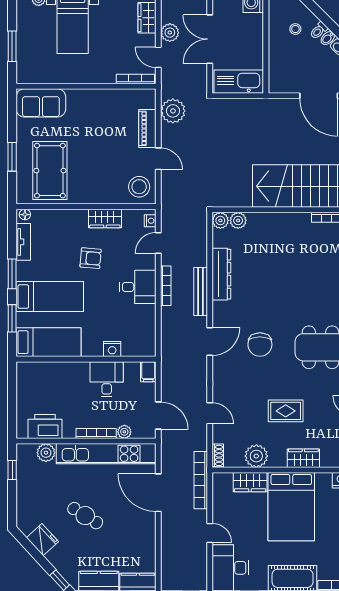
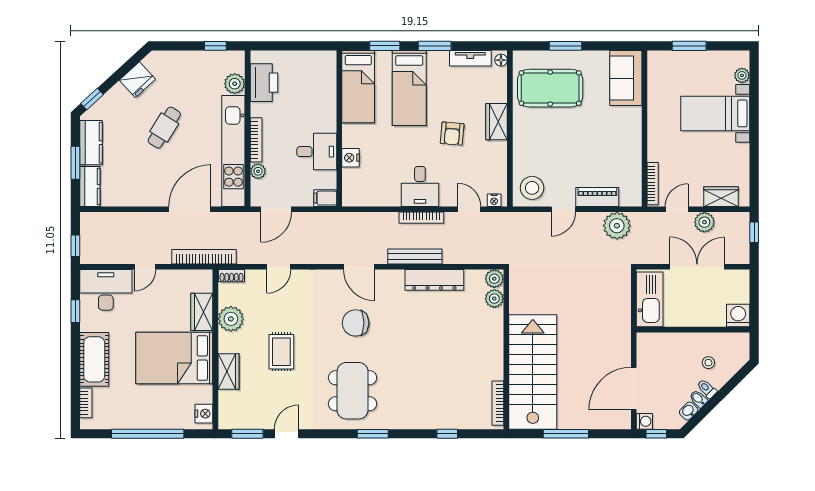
wardrobe: (105, 219) -> (497, 122), moved

